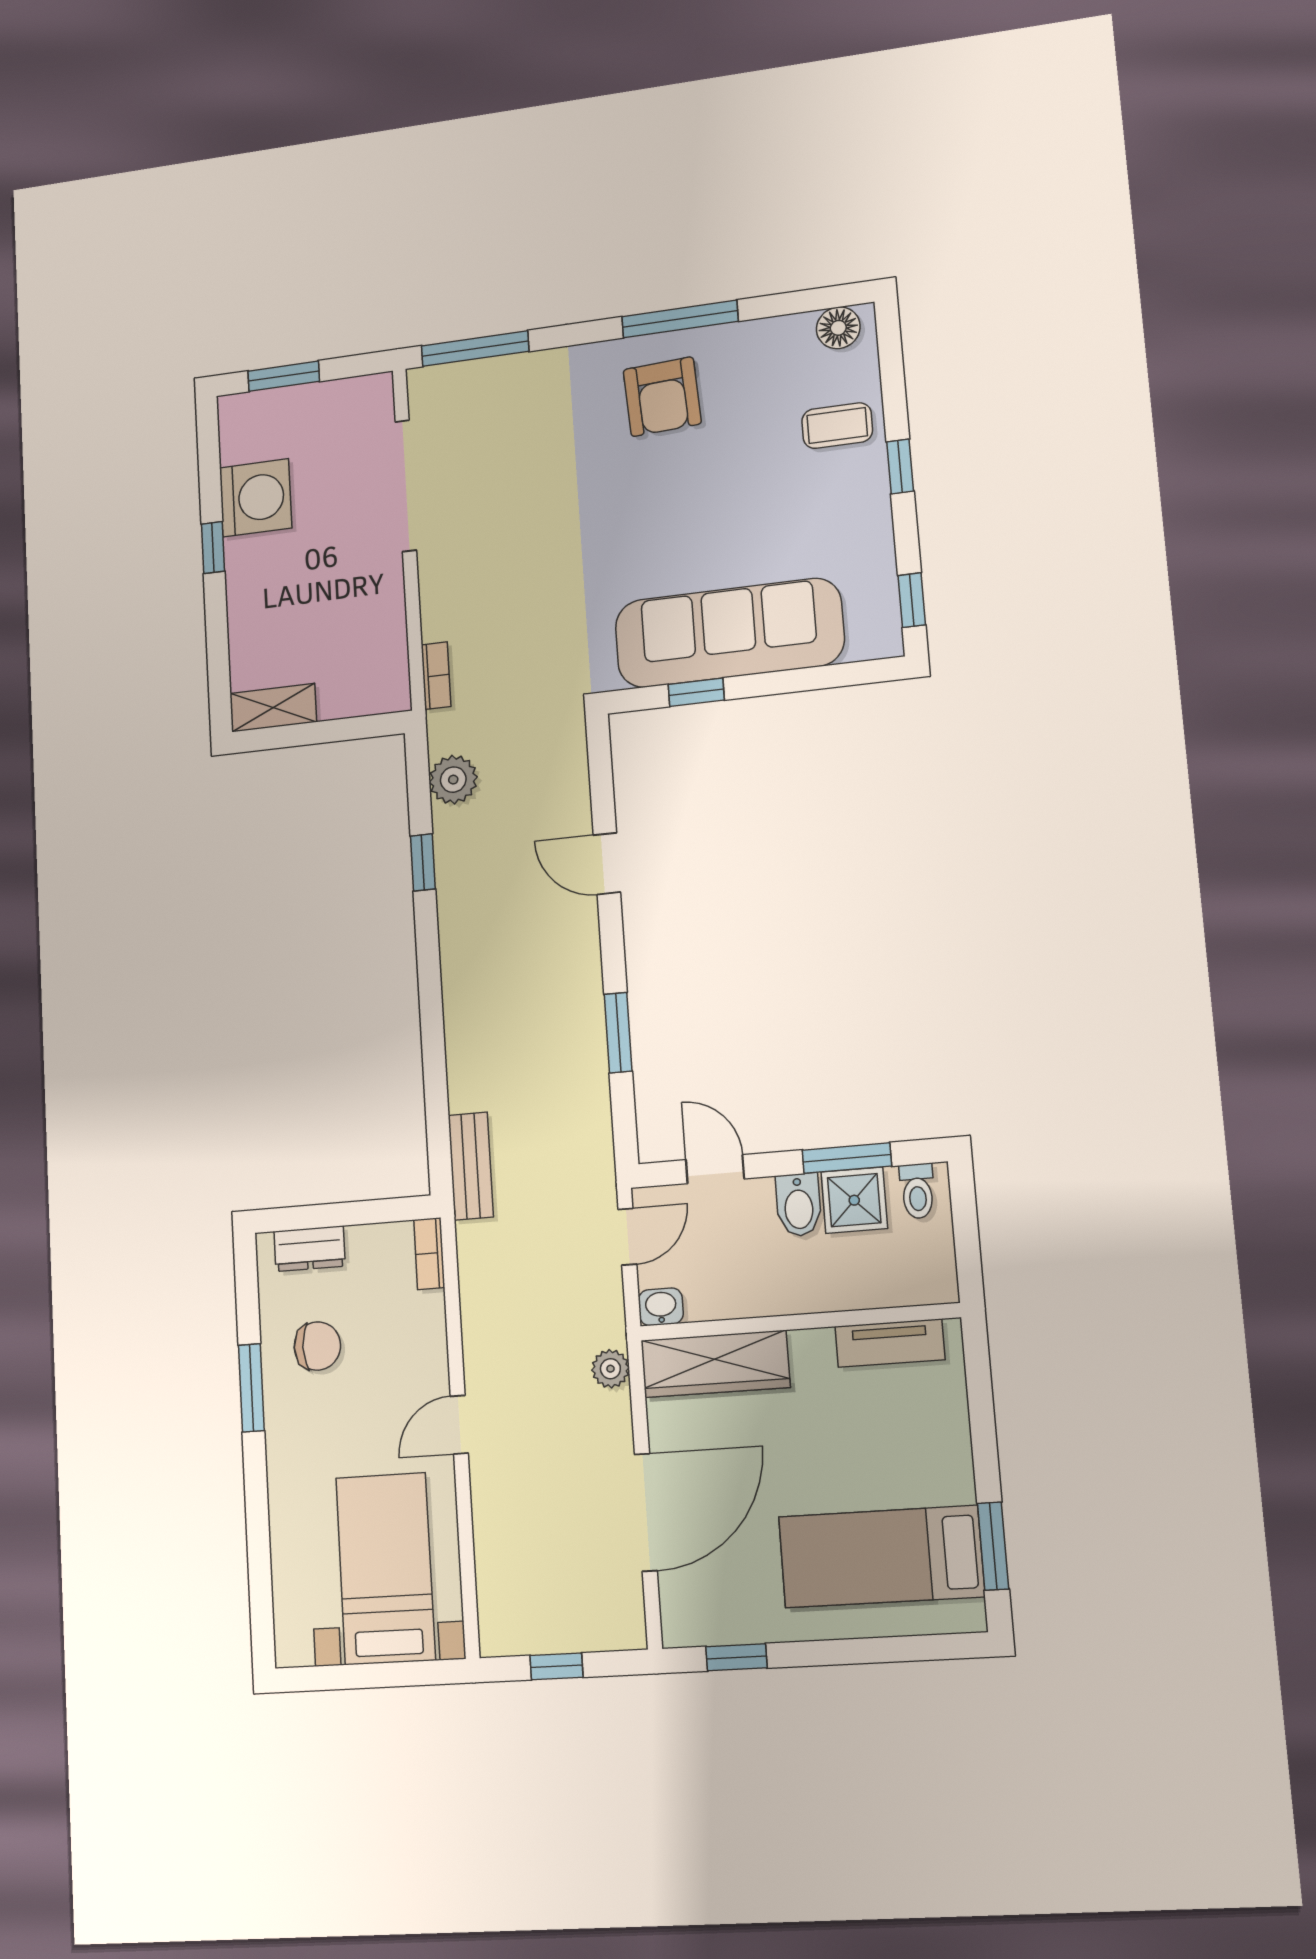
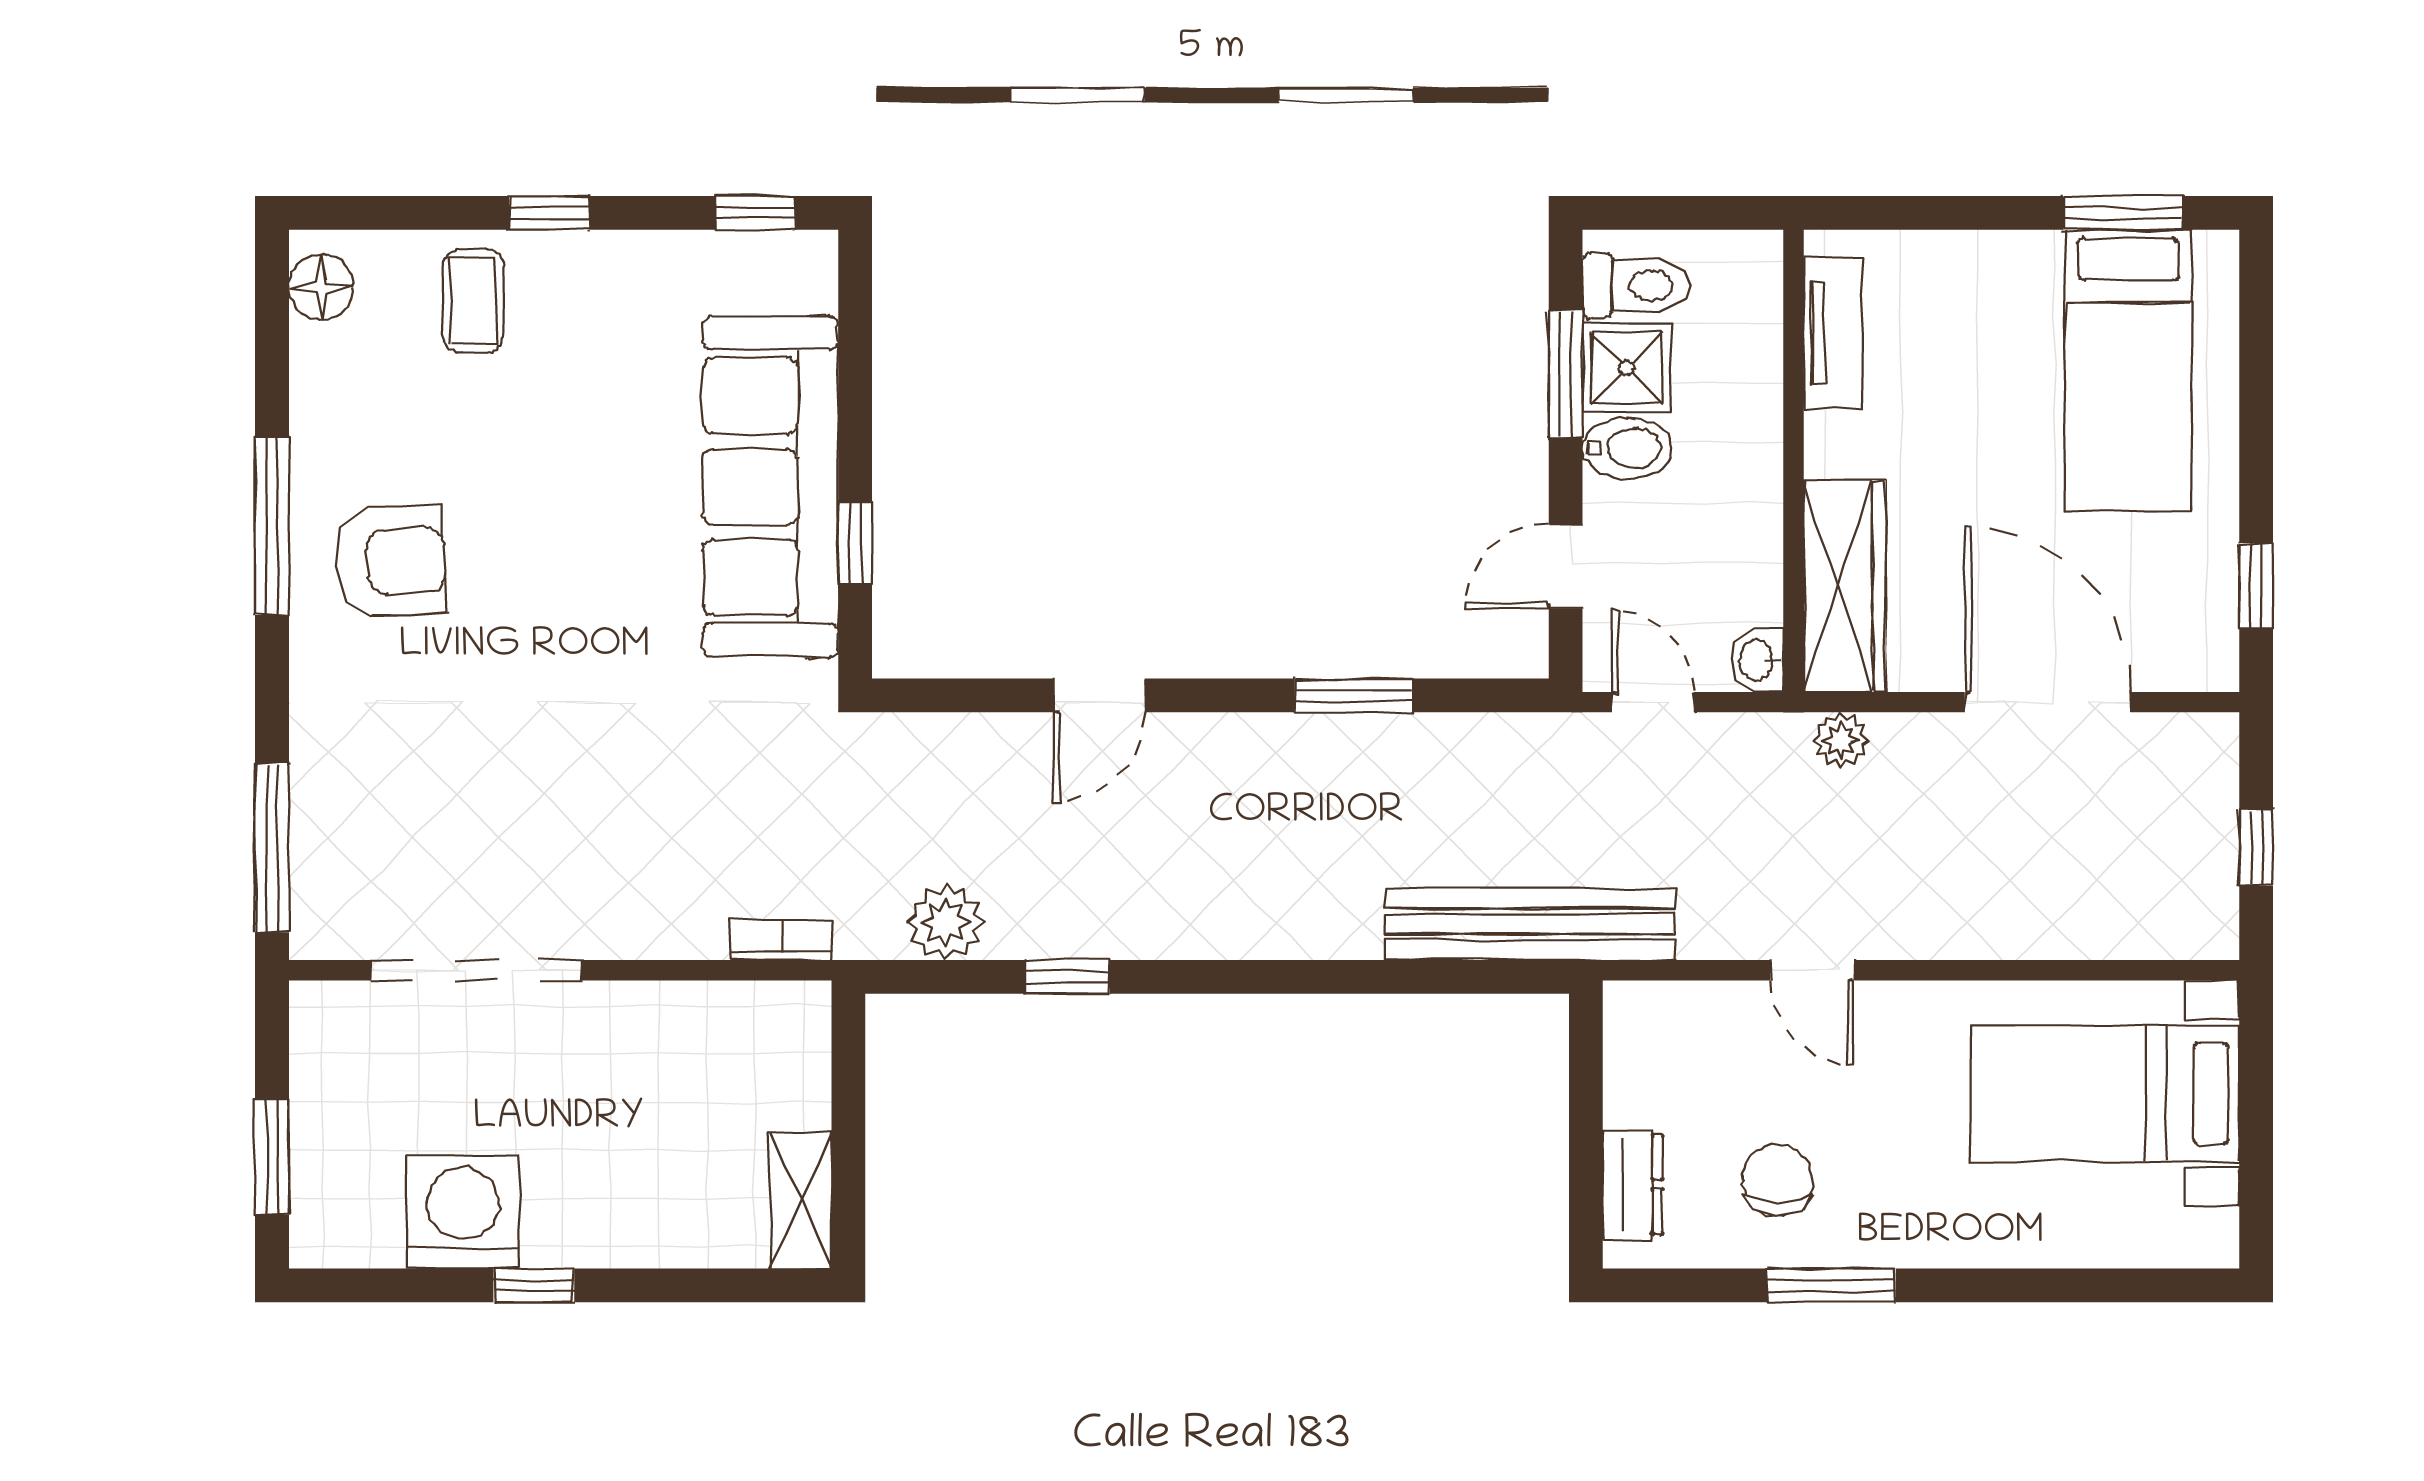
bench: (471, 1166) -> (1531, 924), width x1.86, depth x1.21
toilet: (917, 1191) -> (1636, 286), width x1.37, depth x1.39
bookcase: (429, 1254) -> (1654, 1001), removed
door: (459, 1425) -> (1812, 970), moved

